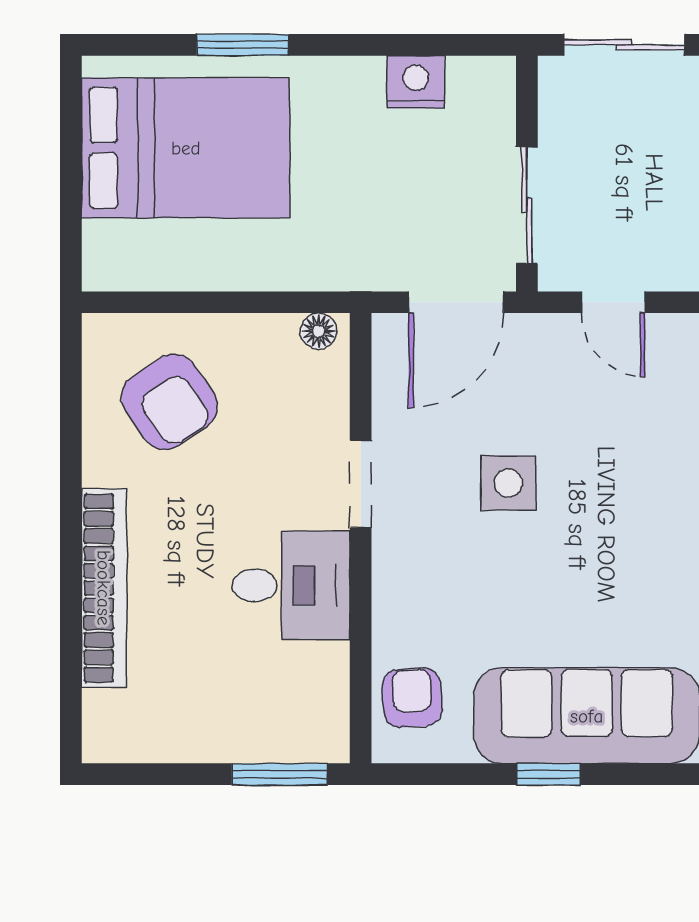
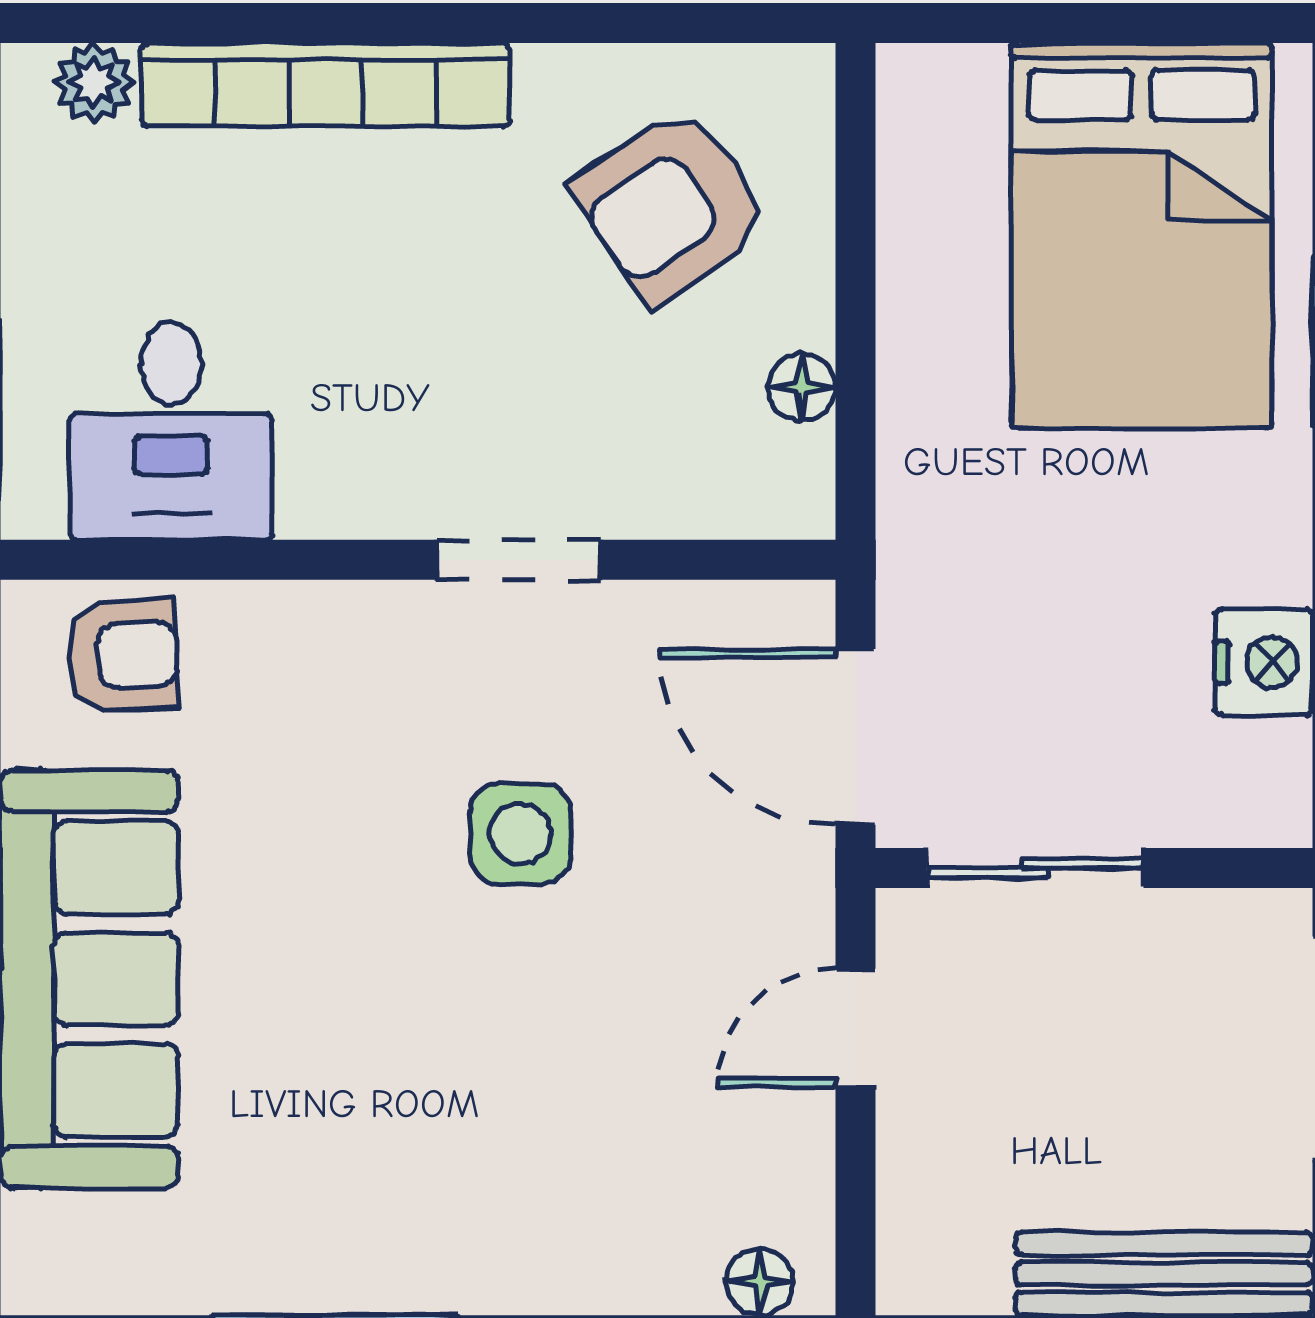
floor lamp: (318, 331) -> (802, 387), moved
desk: (291, 585) -> (171, 431), moved
plant: (103, 713) -> (94, 83), added

